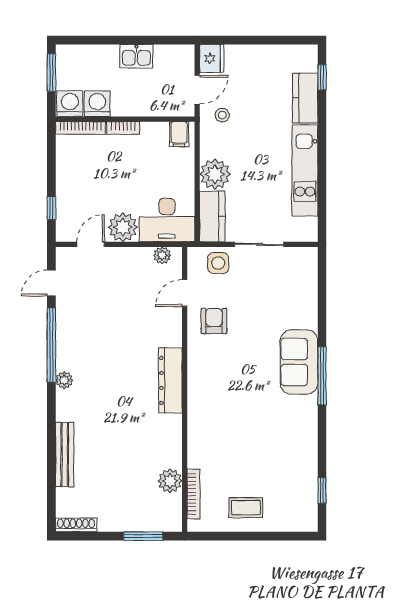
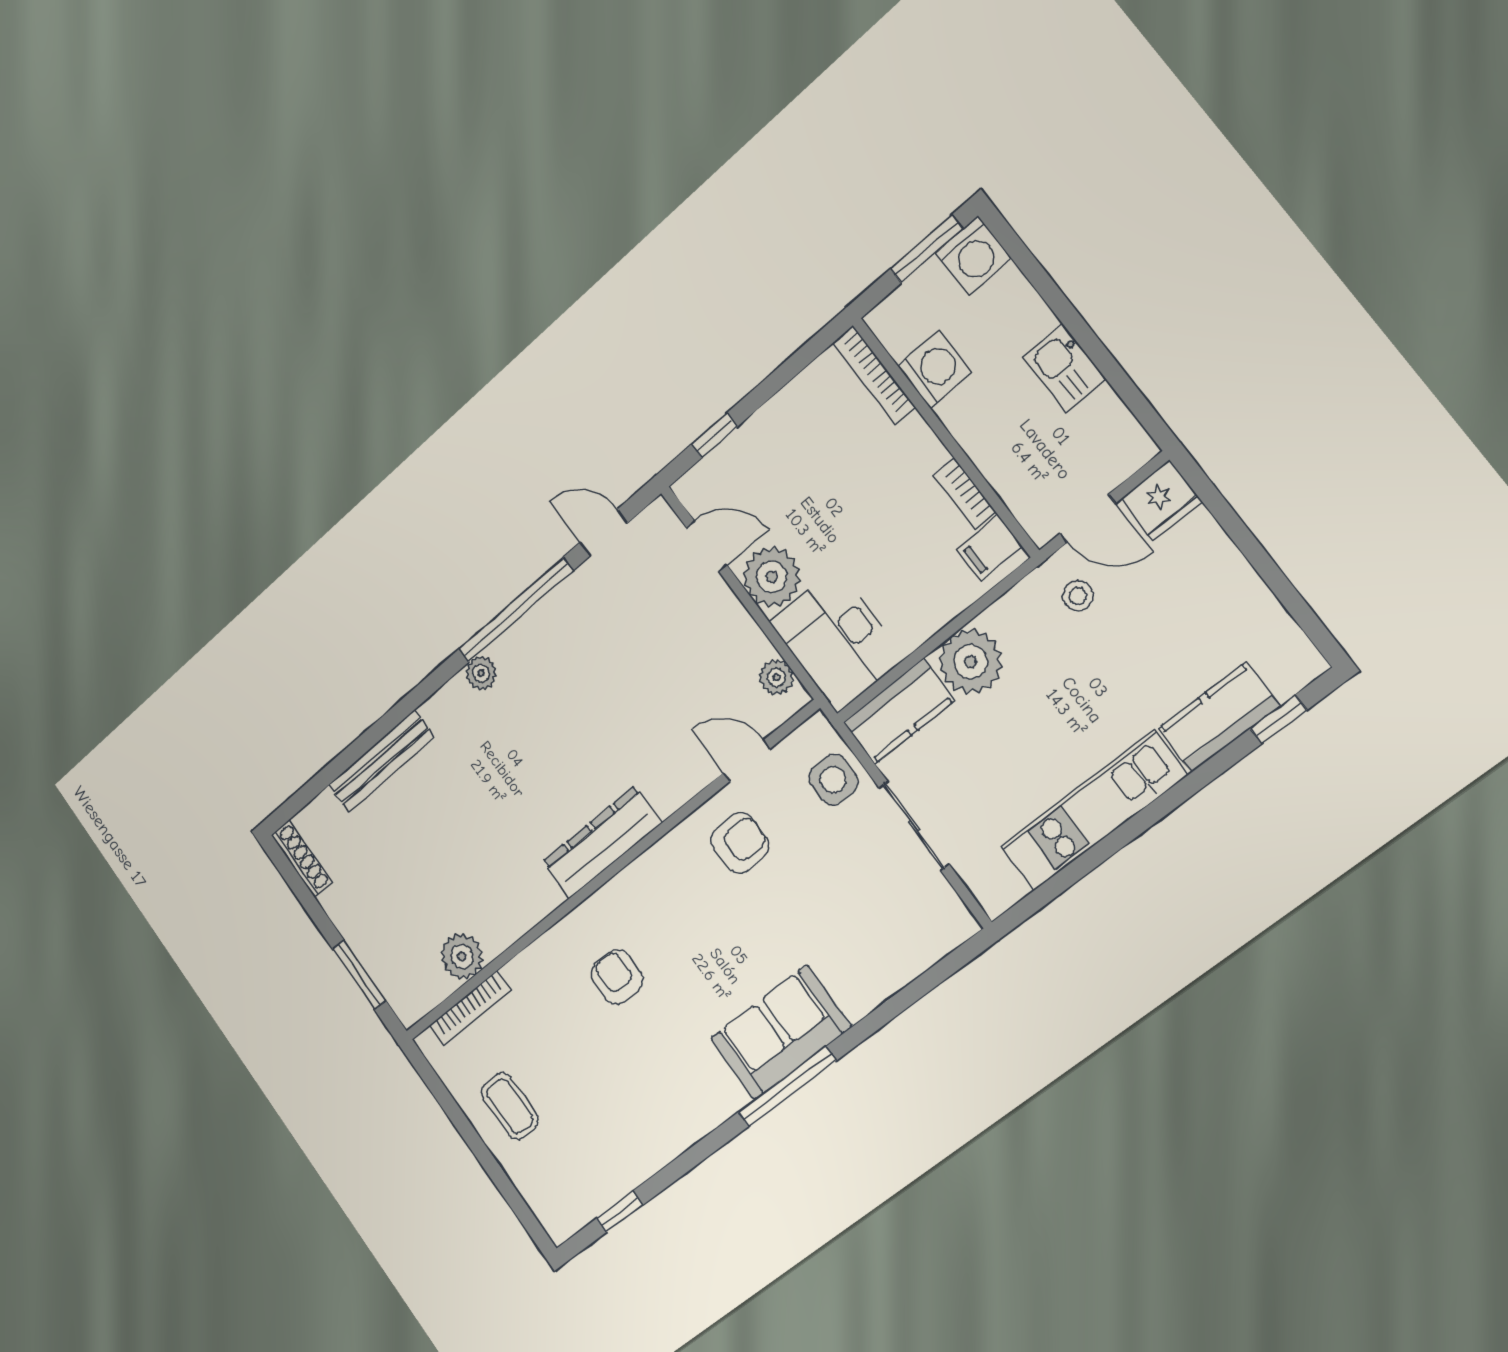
washing machine: (70, 104) -> (973, 256), moved, turned 90
bookcase: (123, 128) -> (964, 493), moved
armchair: (228, 416) -> (617, 977), added

